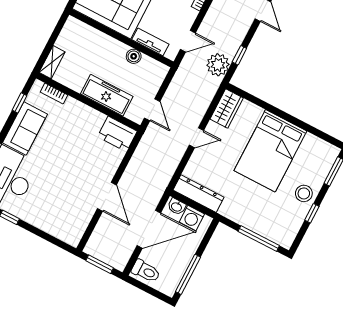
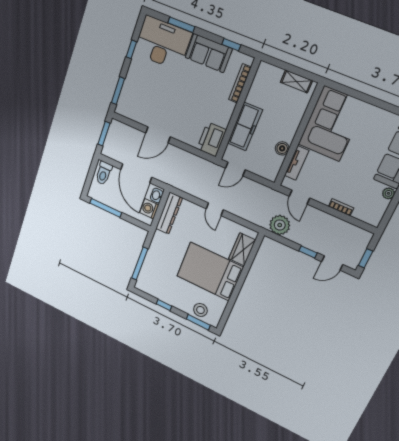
window: (239, 55) -> (308, 252), moved
shelving: (52, 62) -> (296, 81), moved
bookcase: (54, 94) -> (240, 83), width x1.56
wardrobe: (227, 109) -> (242, 249), moved, turned 90
stool: (304, 193) -> (200, 310), moved
window: (53, 240) -> (118, 91), added

